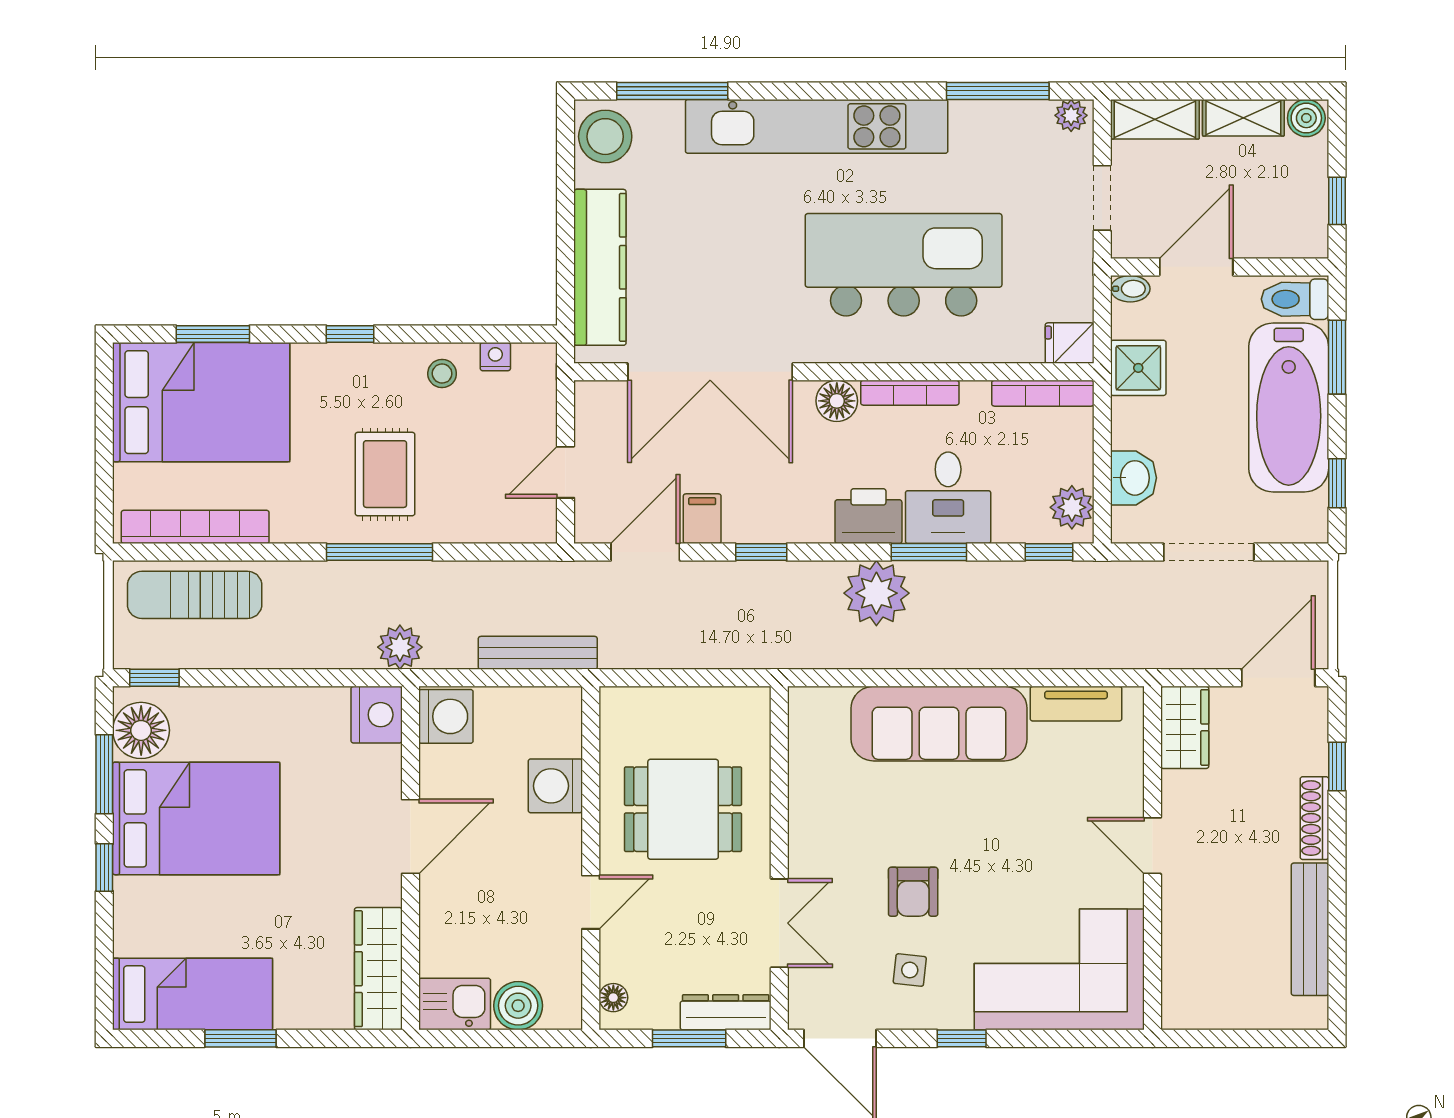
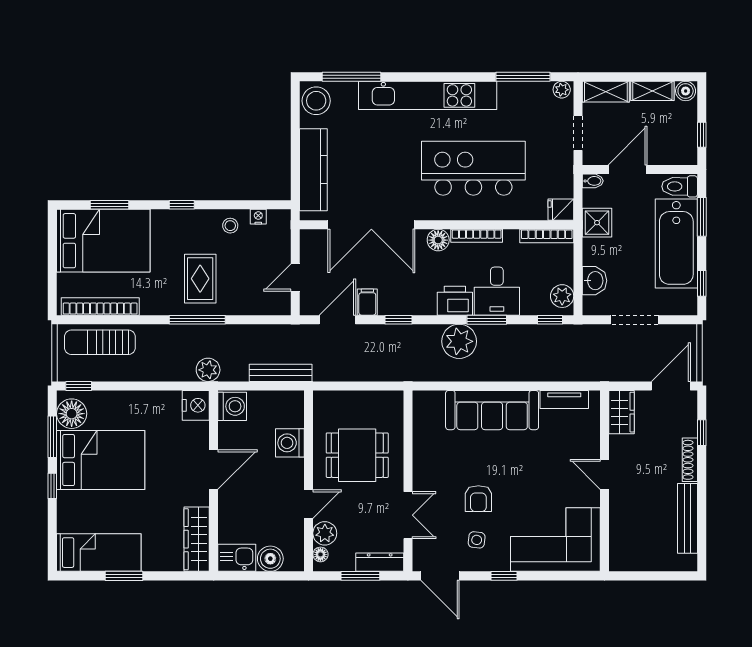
plant: (621, 958) -> (325, 533), added

